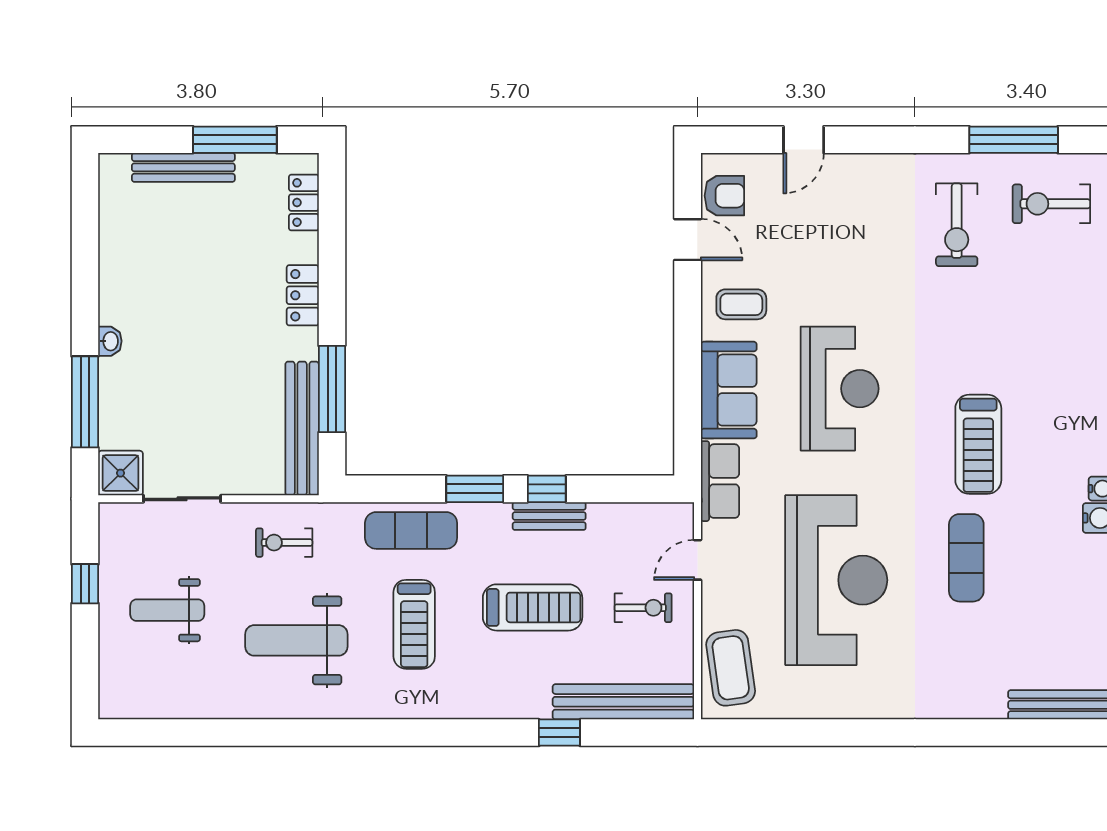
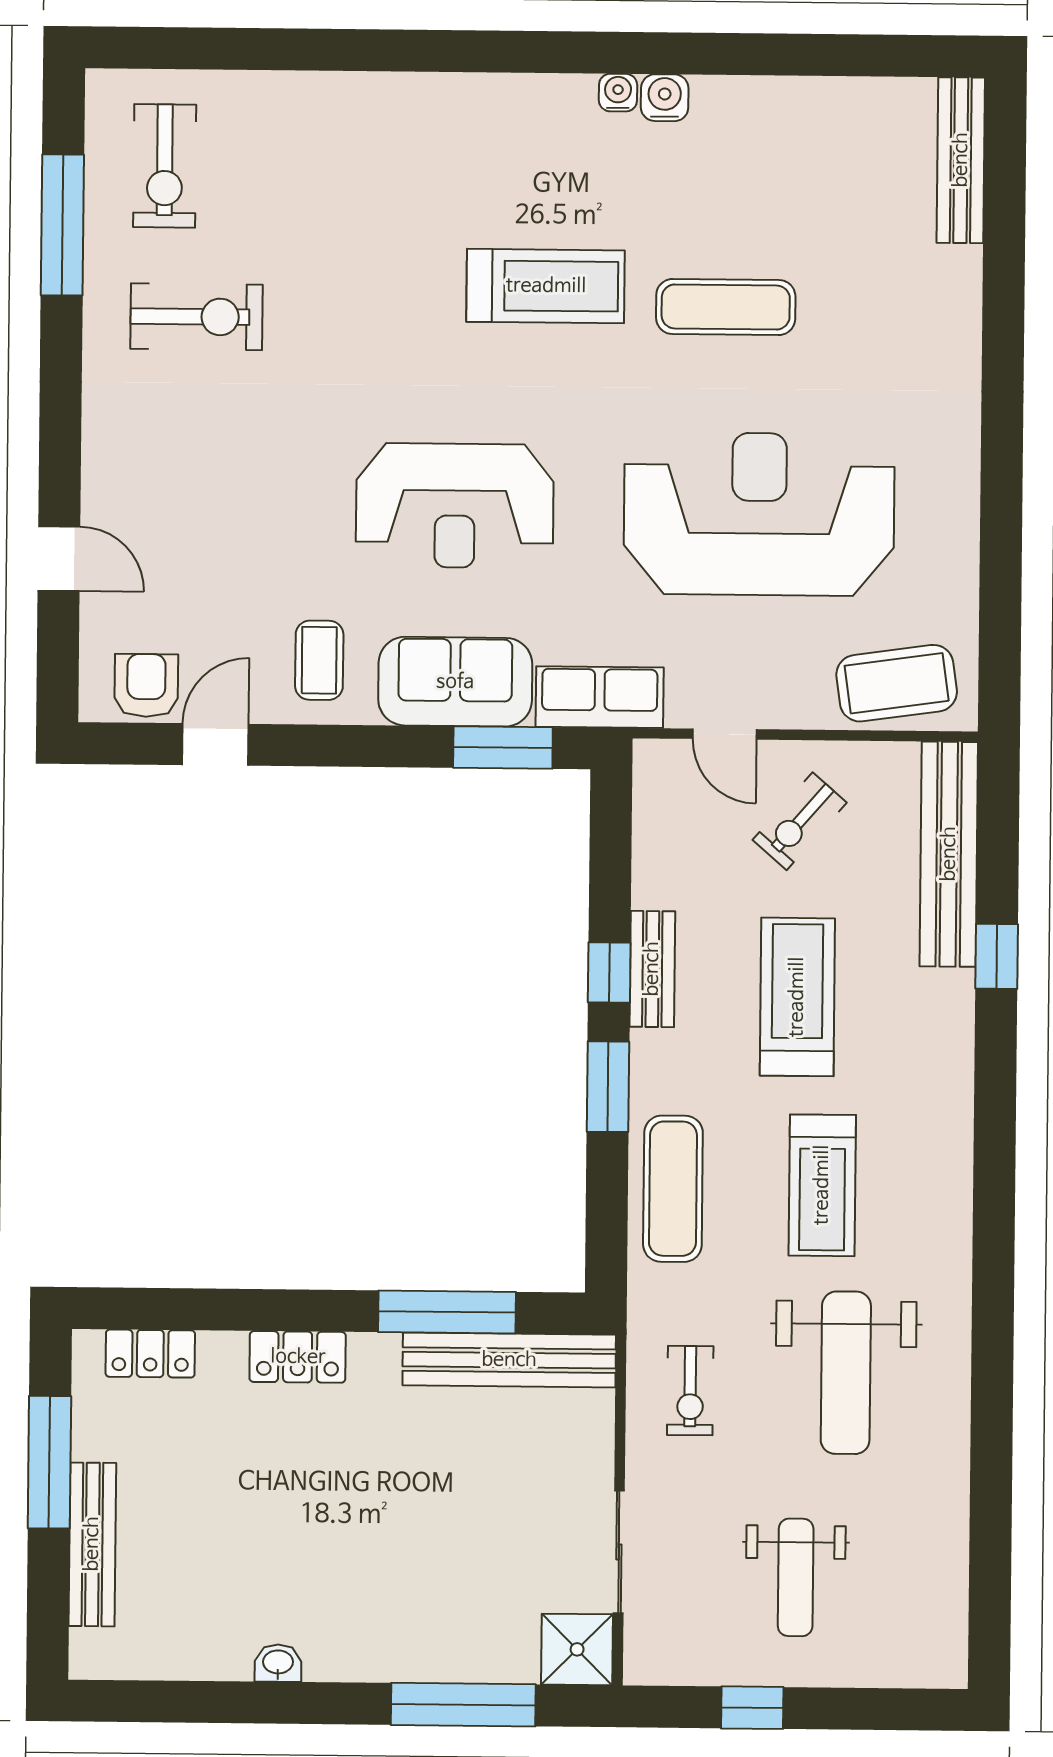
washbasin: (110, 341) -> (278, 1663), moved
reception desk: (840, 389) -> (455, 506), turned 180
window: (688, 420) -> (503, 747), added
exercise bike: (643, 608) -> (800, 821), turned -139
treadmill: (414, 624) -> (822, 1185), turned 90

